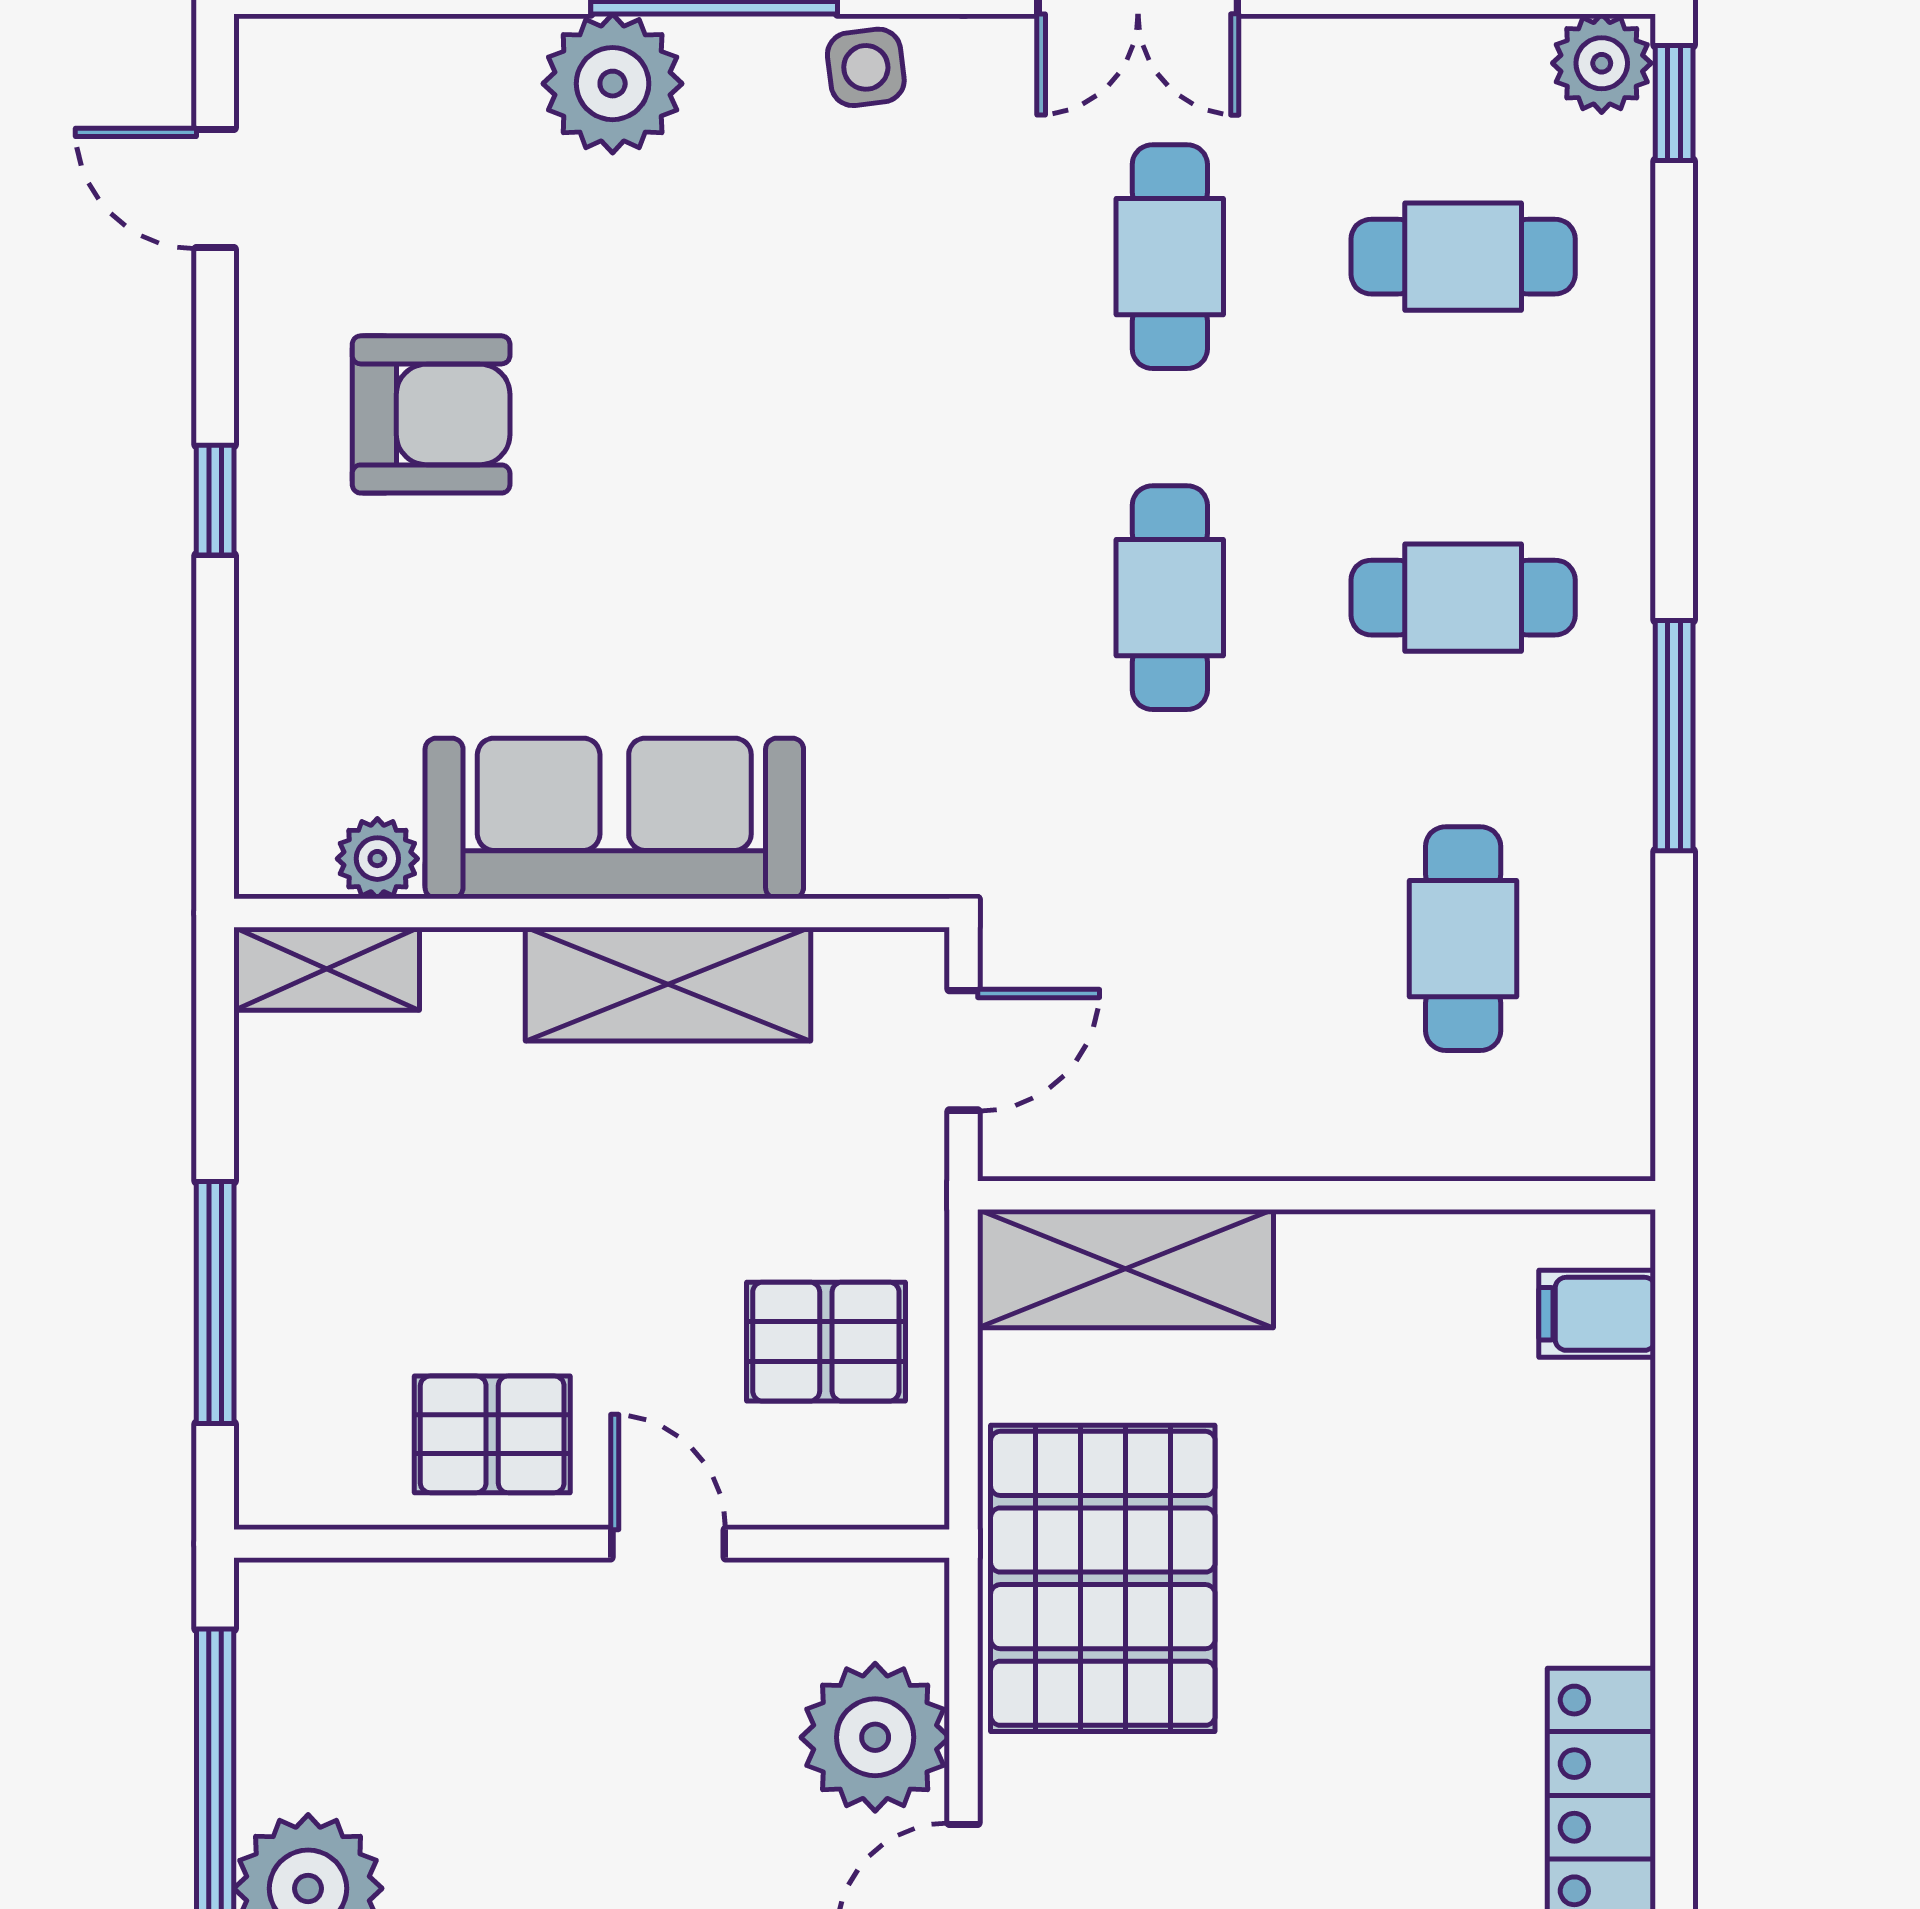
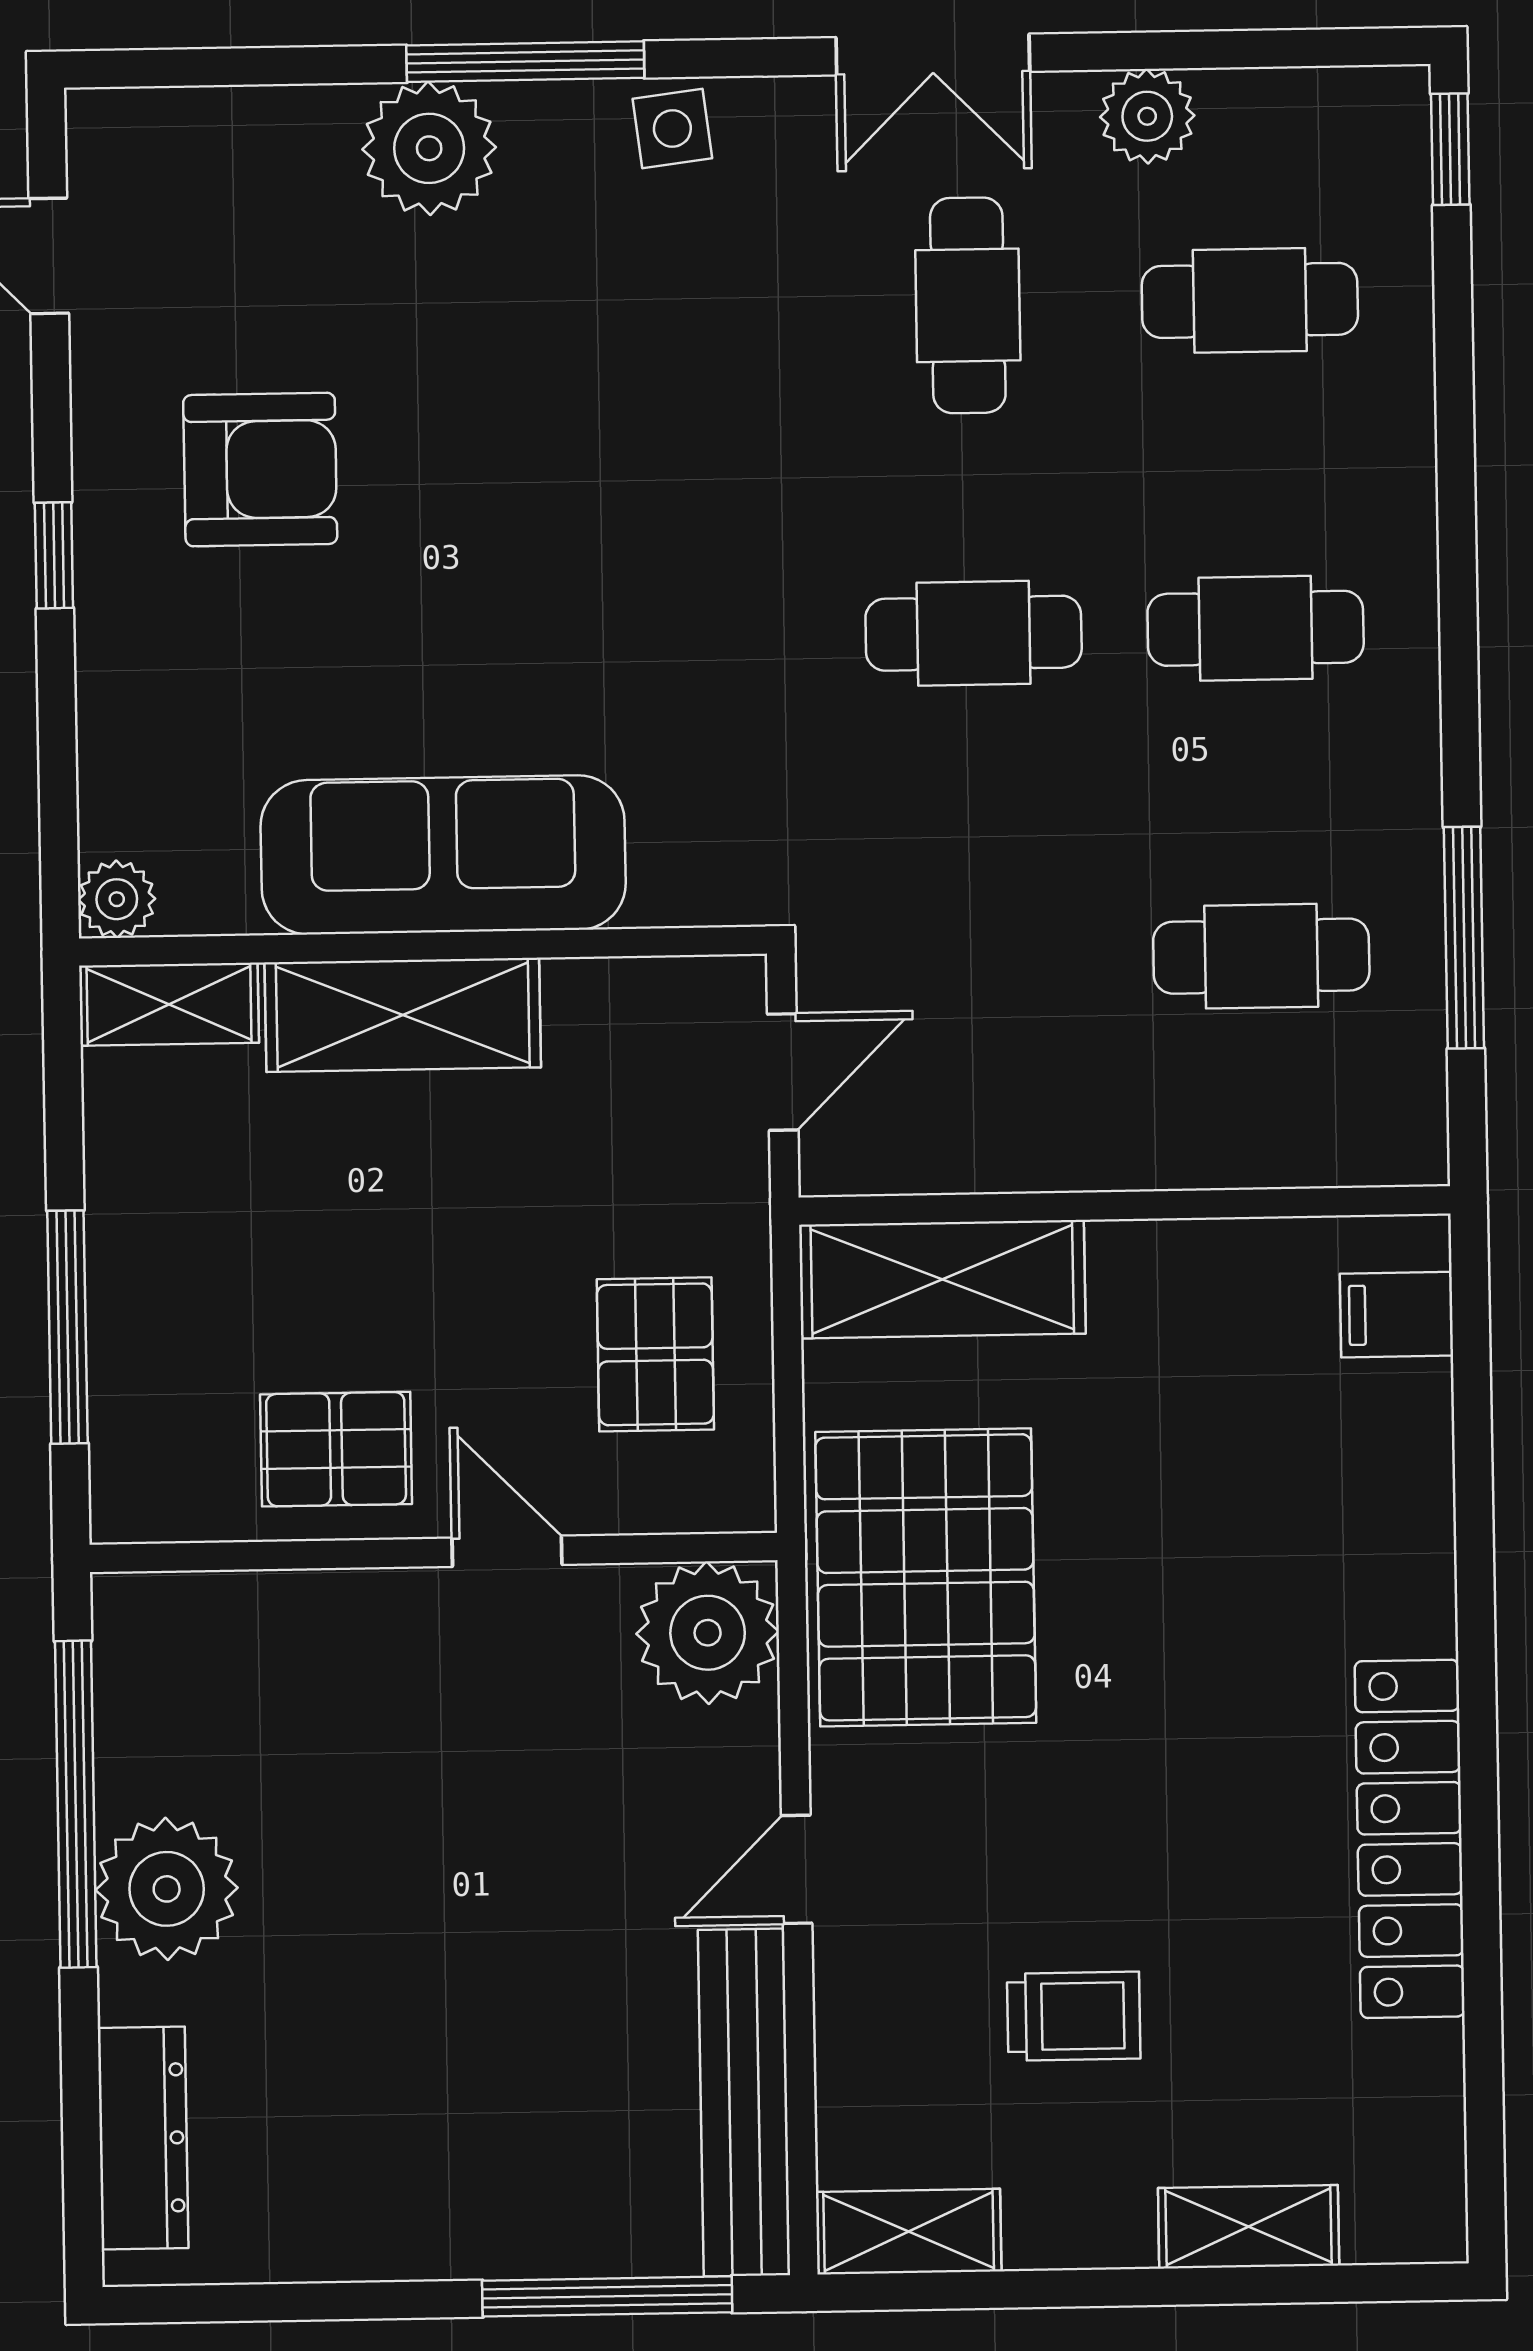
plant: (1602, 63) -> (1147, 116), moved
cafe table: (1170, 598) -> (974, 633), turned 90
window: (1674, 736) -> (1464, 938), moved
plant: (377, 859) -> (117, 899), moved
cafe table: (1463, 939) -> (1261, 956), turned 90
shelving: (668, 984) -> (403, 1015), moved
pallet: (826, 1342) -> (655, 1354), turned 90
plant: (875, 1737) -> (708, 1633), moved

